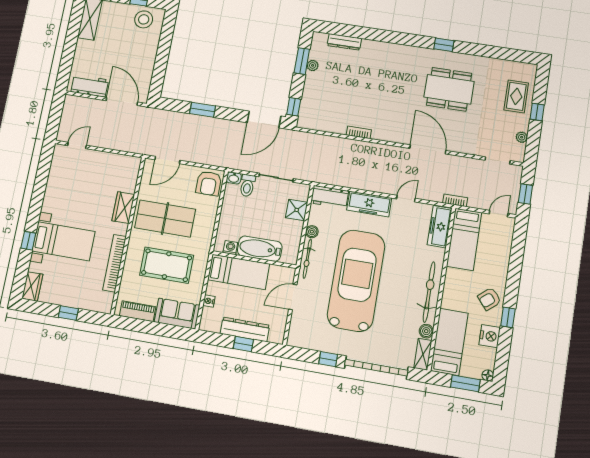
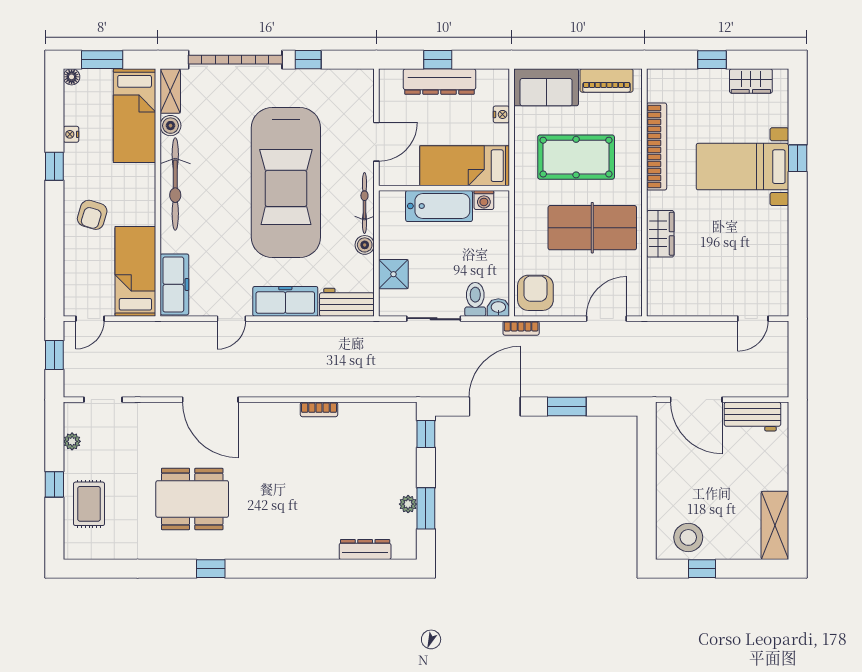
door: (264, 119) -> (495, 406), moved
bookcase: (455, 200) -> (521, 328), moved
wardrobe: (32, 286) -> (751, 81), moved, turned -90
armchair: (489, 299) -> (92, 215), moved, turned 147
nightstand: (490, 336) -> (71, 134), width x0.53, depth x0.56

